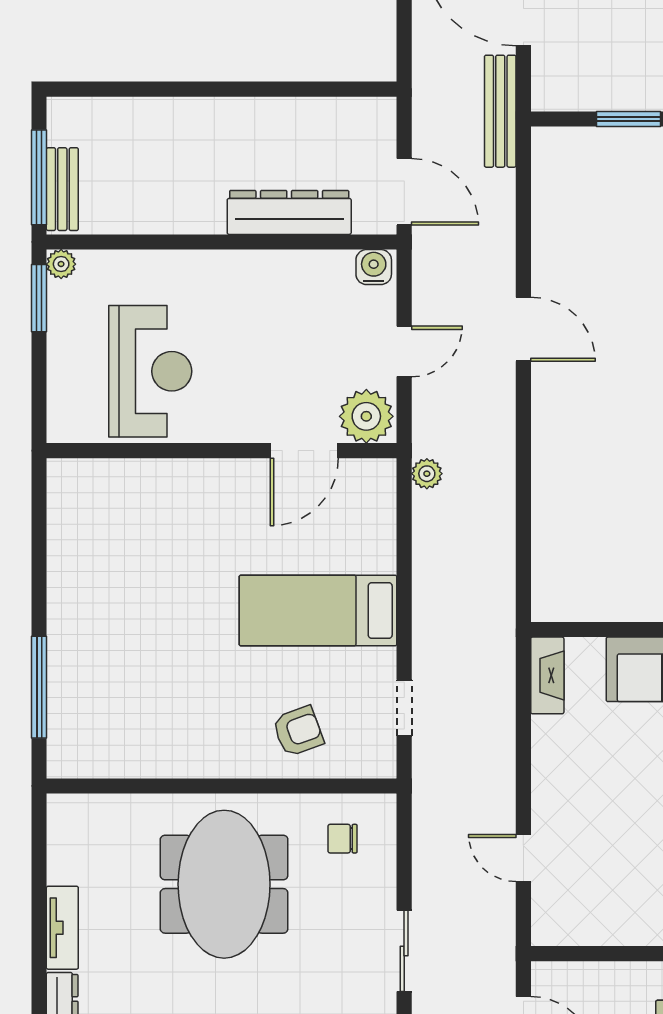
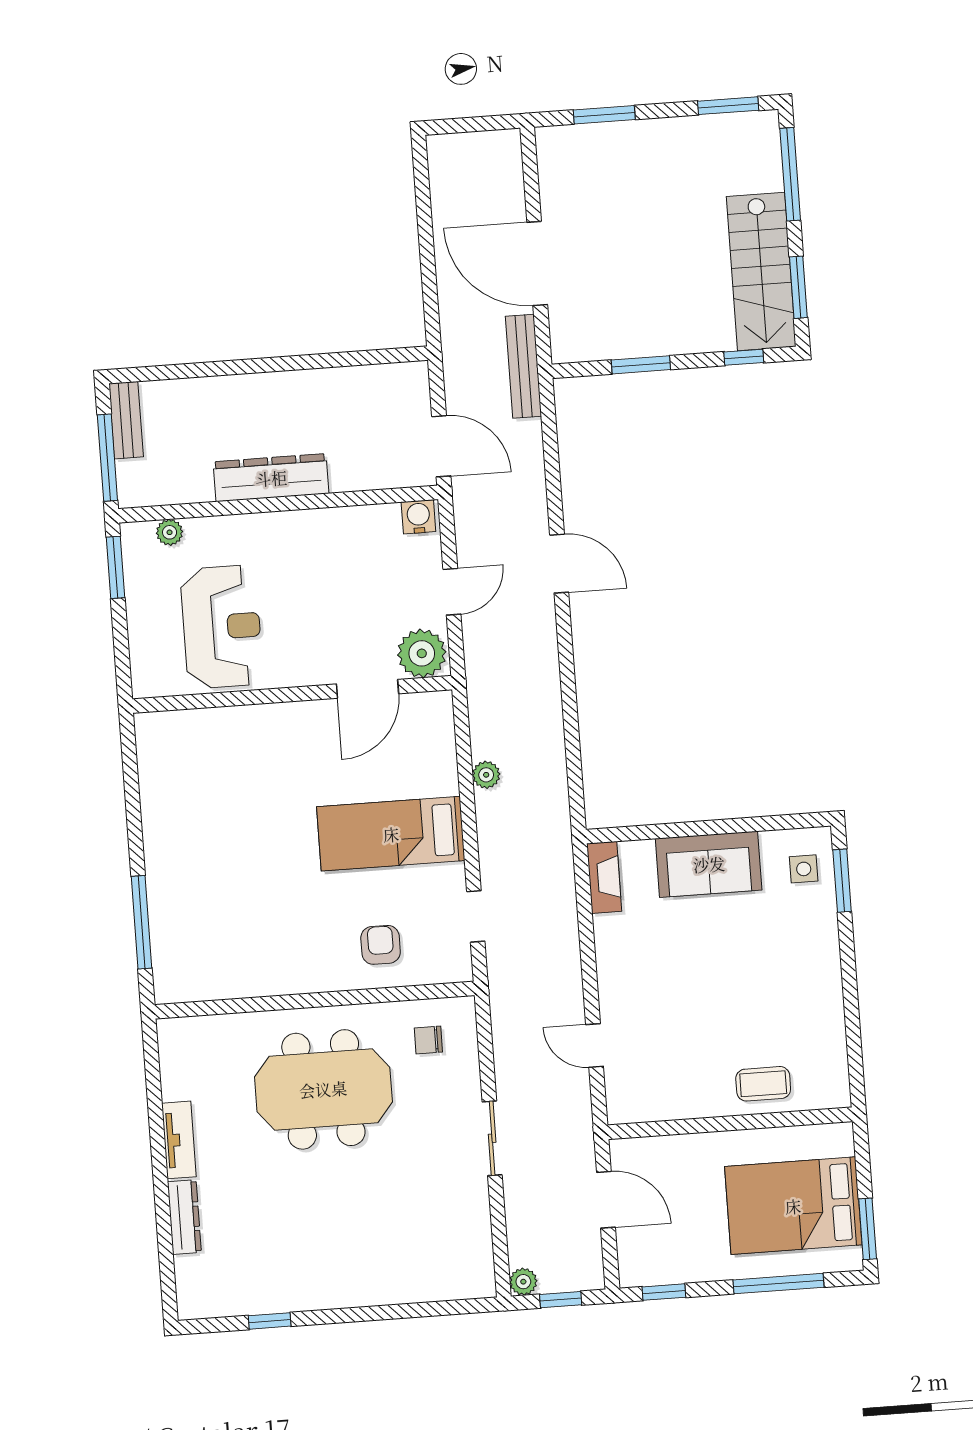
bench: (62, 189) -> (126, 420), moved
dresser: (289, 212) -> (271, 478), moved
plant: (61, 264) -> (170, 532), moved
plant: (427, 474) -> (486, 775), moved
armchair: (298, 731) -> (381, 945), turned -70
meeting table: (224, 884) -> (323, 1089), turned 90

